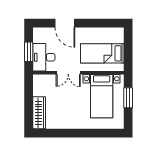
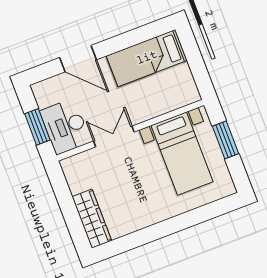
bed: (102, 53) -> (147, 58), moved
double door: (68, 73) -> (114, 136), swing flipped

